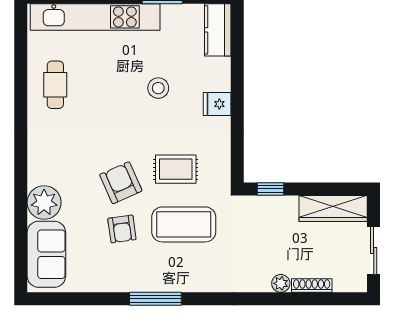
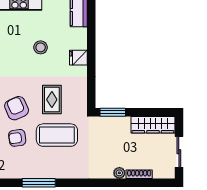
rug: (176, 169) -> (52, 100), turned 90
window: (271, 189) -> (113, 112), width x1.50
armchair: (122, 229) -> (17, 138), turned 90

